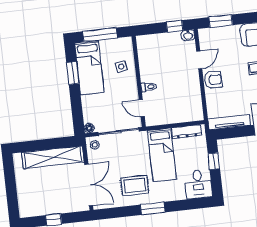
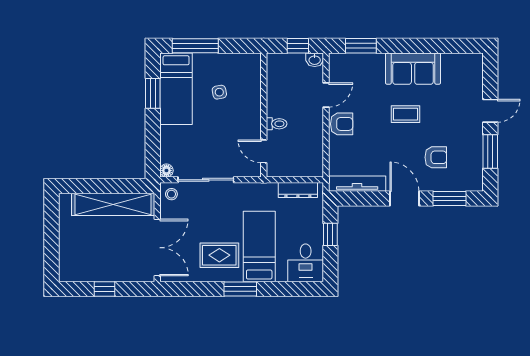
wall: (139, 81) -> (264, 115), moved
toilet: (149, 87) -> (277, 124), moved
door: (142, 108) -> (264, 151), moved
bed: (162, 155) -> (259, 247), moved, turned 180

